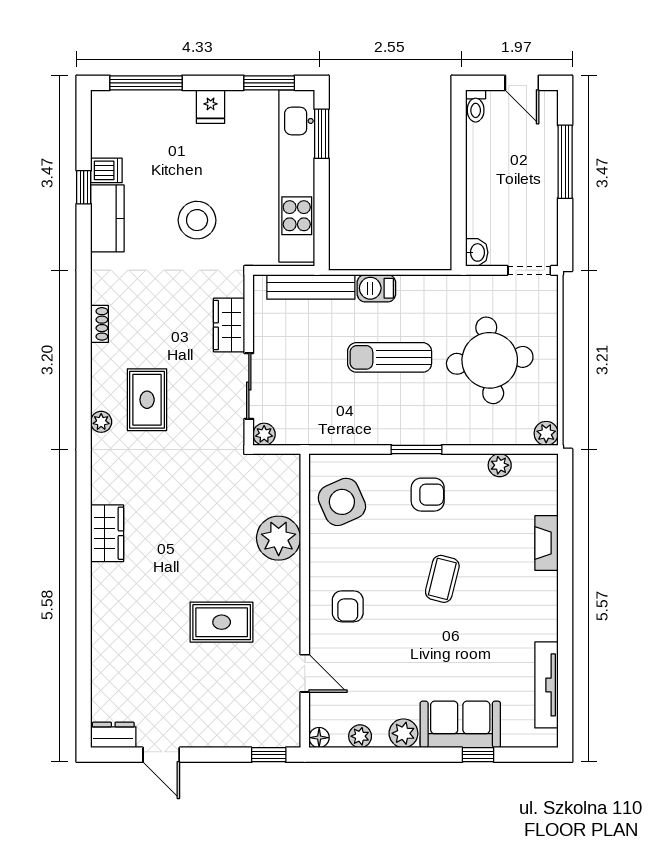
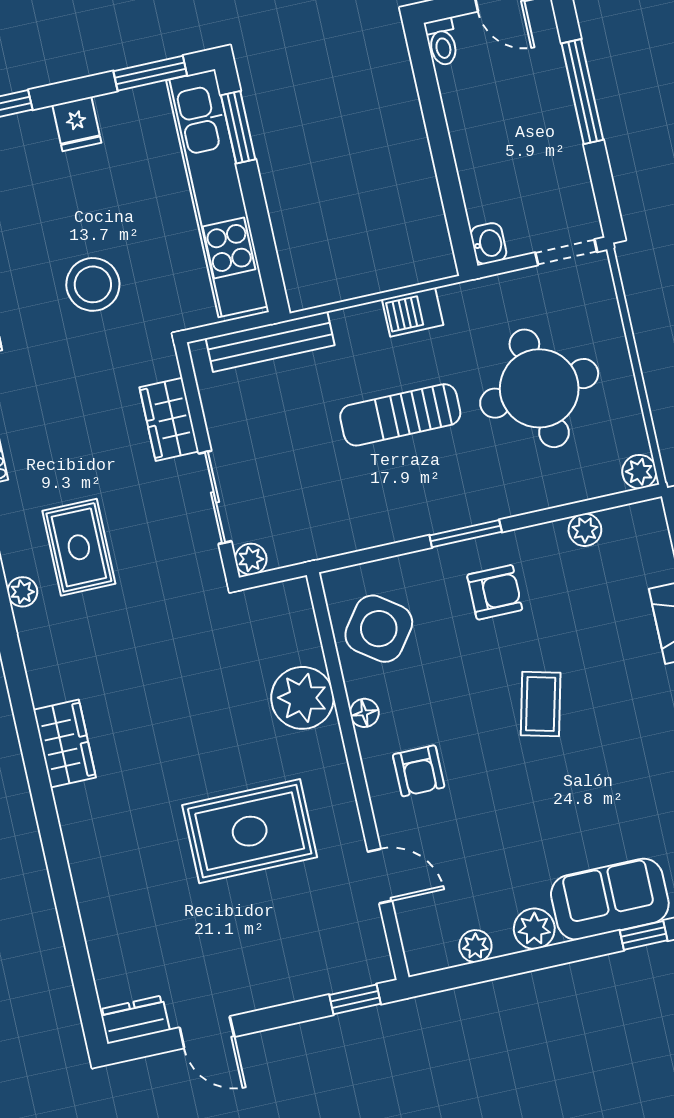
barbecue: (376, 288) -> (413, 312), moved
side table: (342, 502) -> (379, 629), turned -30
rug: (222, 622) -> (250, 831), width x1.36, depth x1.43
floor lamp: (319, 738) -> (364, 713), moved

